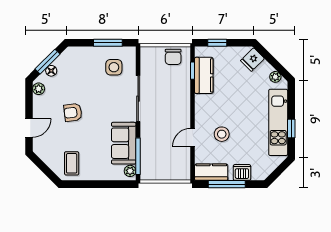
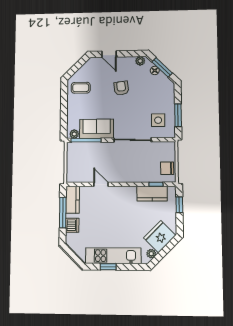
fridge: (253, 60) -> (160, 237), width x1.88, depth x1.34
stool: (222, 134) -> (104, 208), removed

